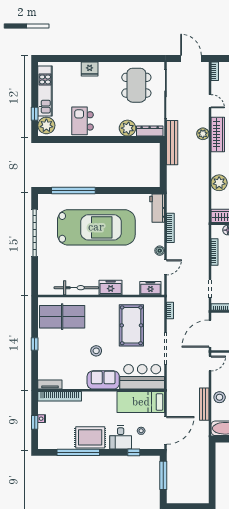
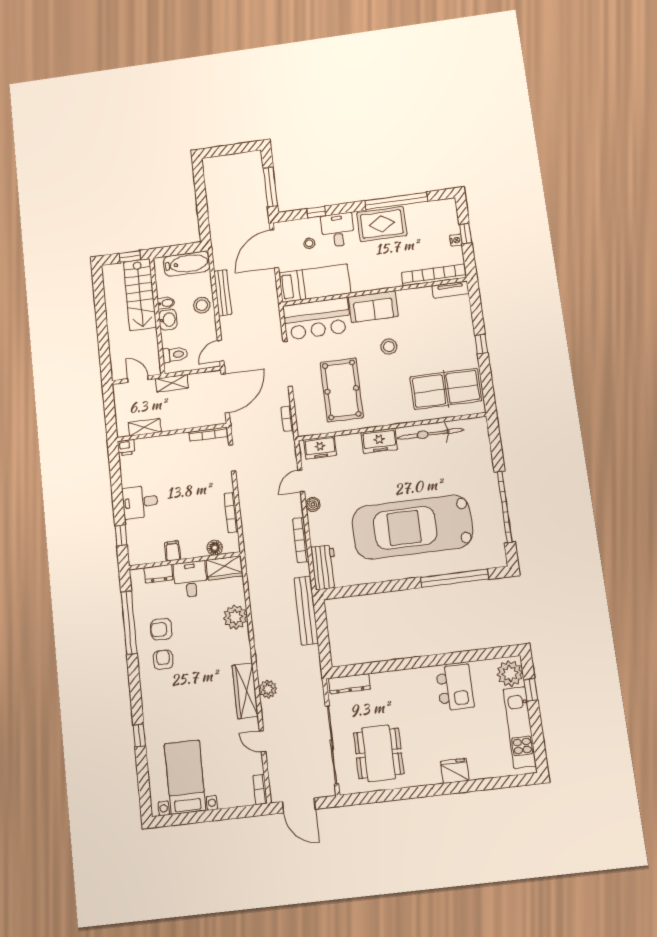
plant: (128, 128) -> (384, 684), removed
bench: (172, 143) -> (306, 611), moved

